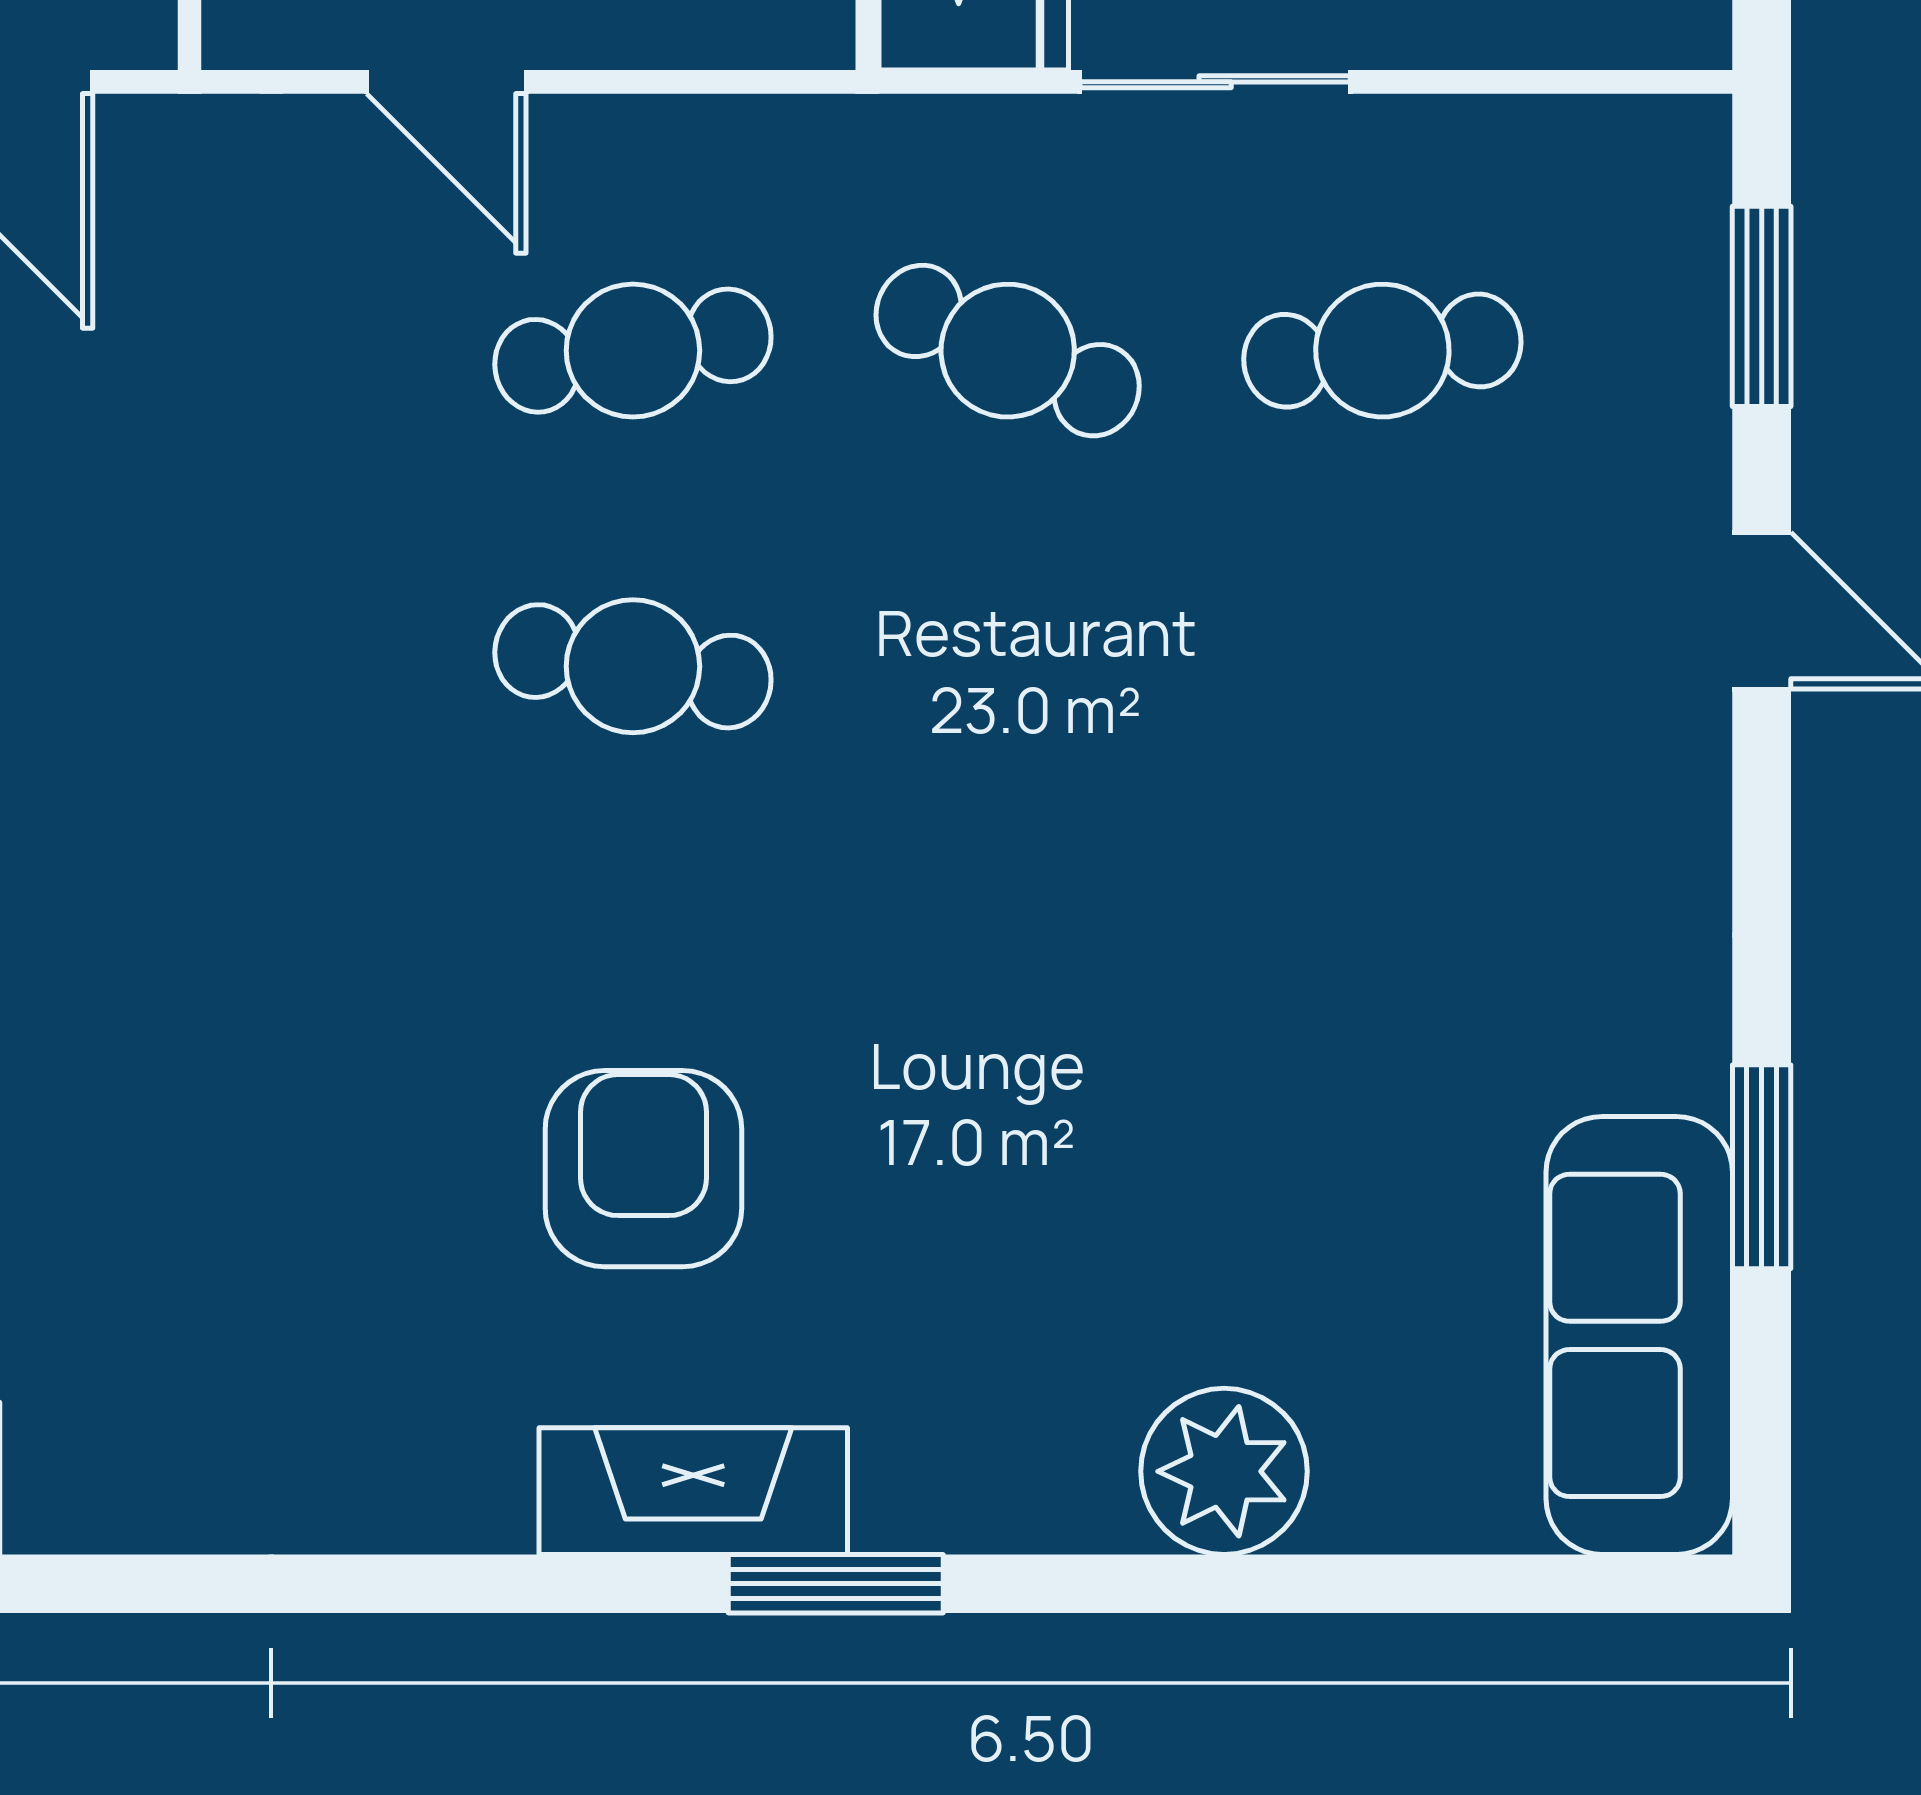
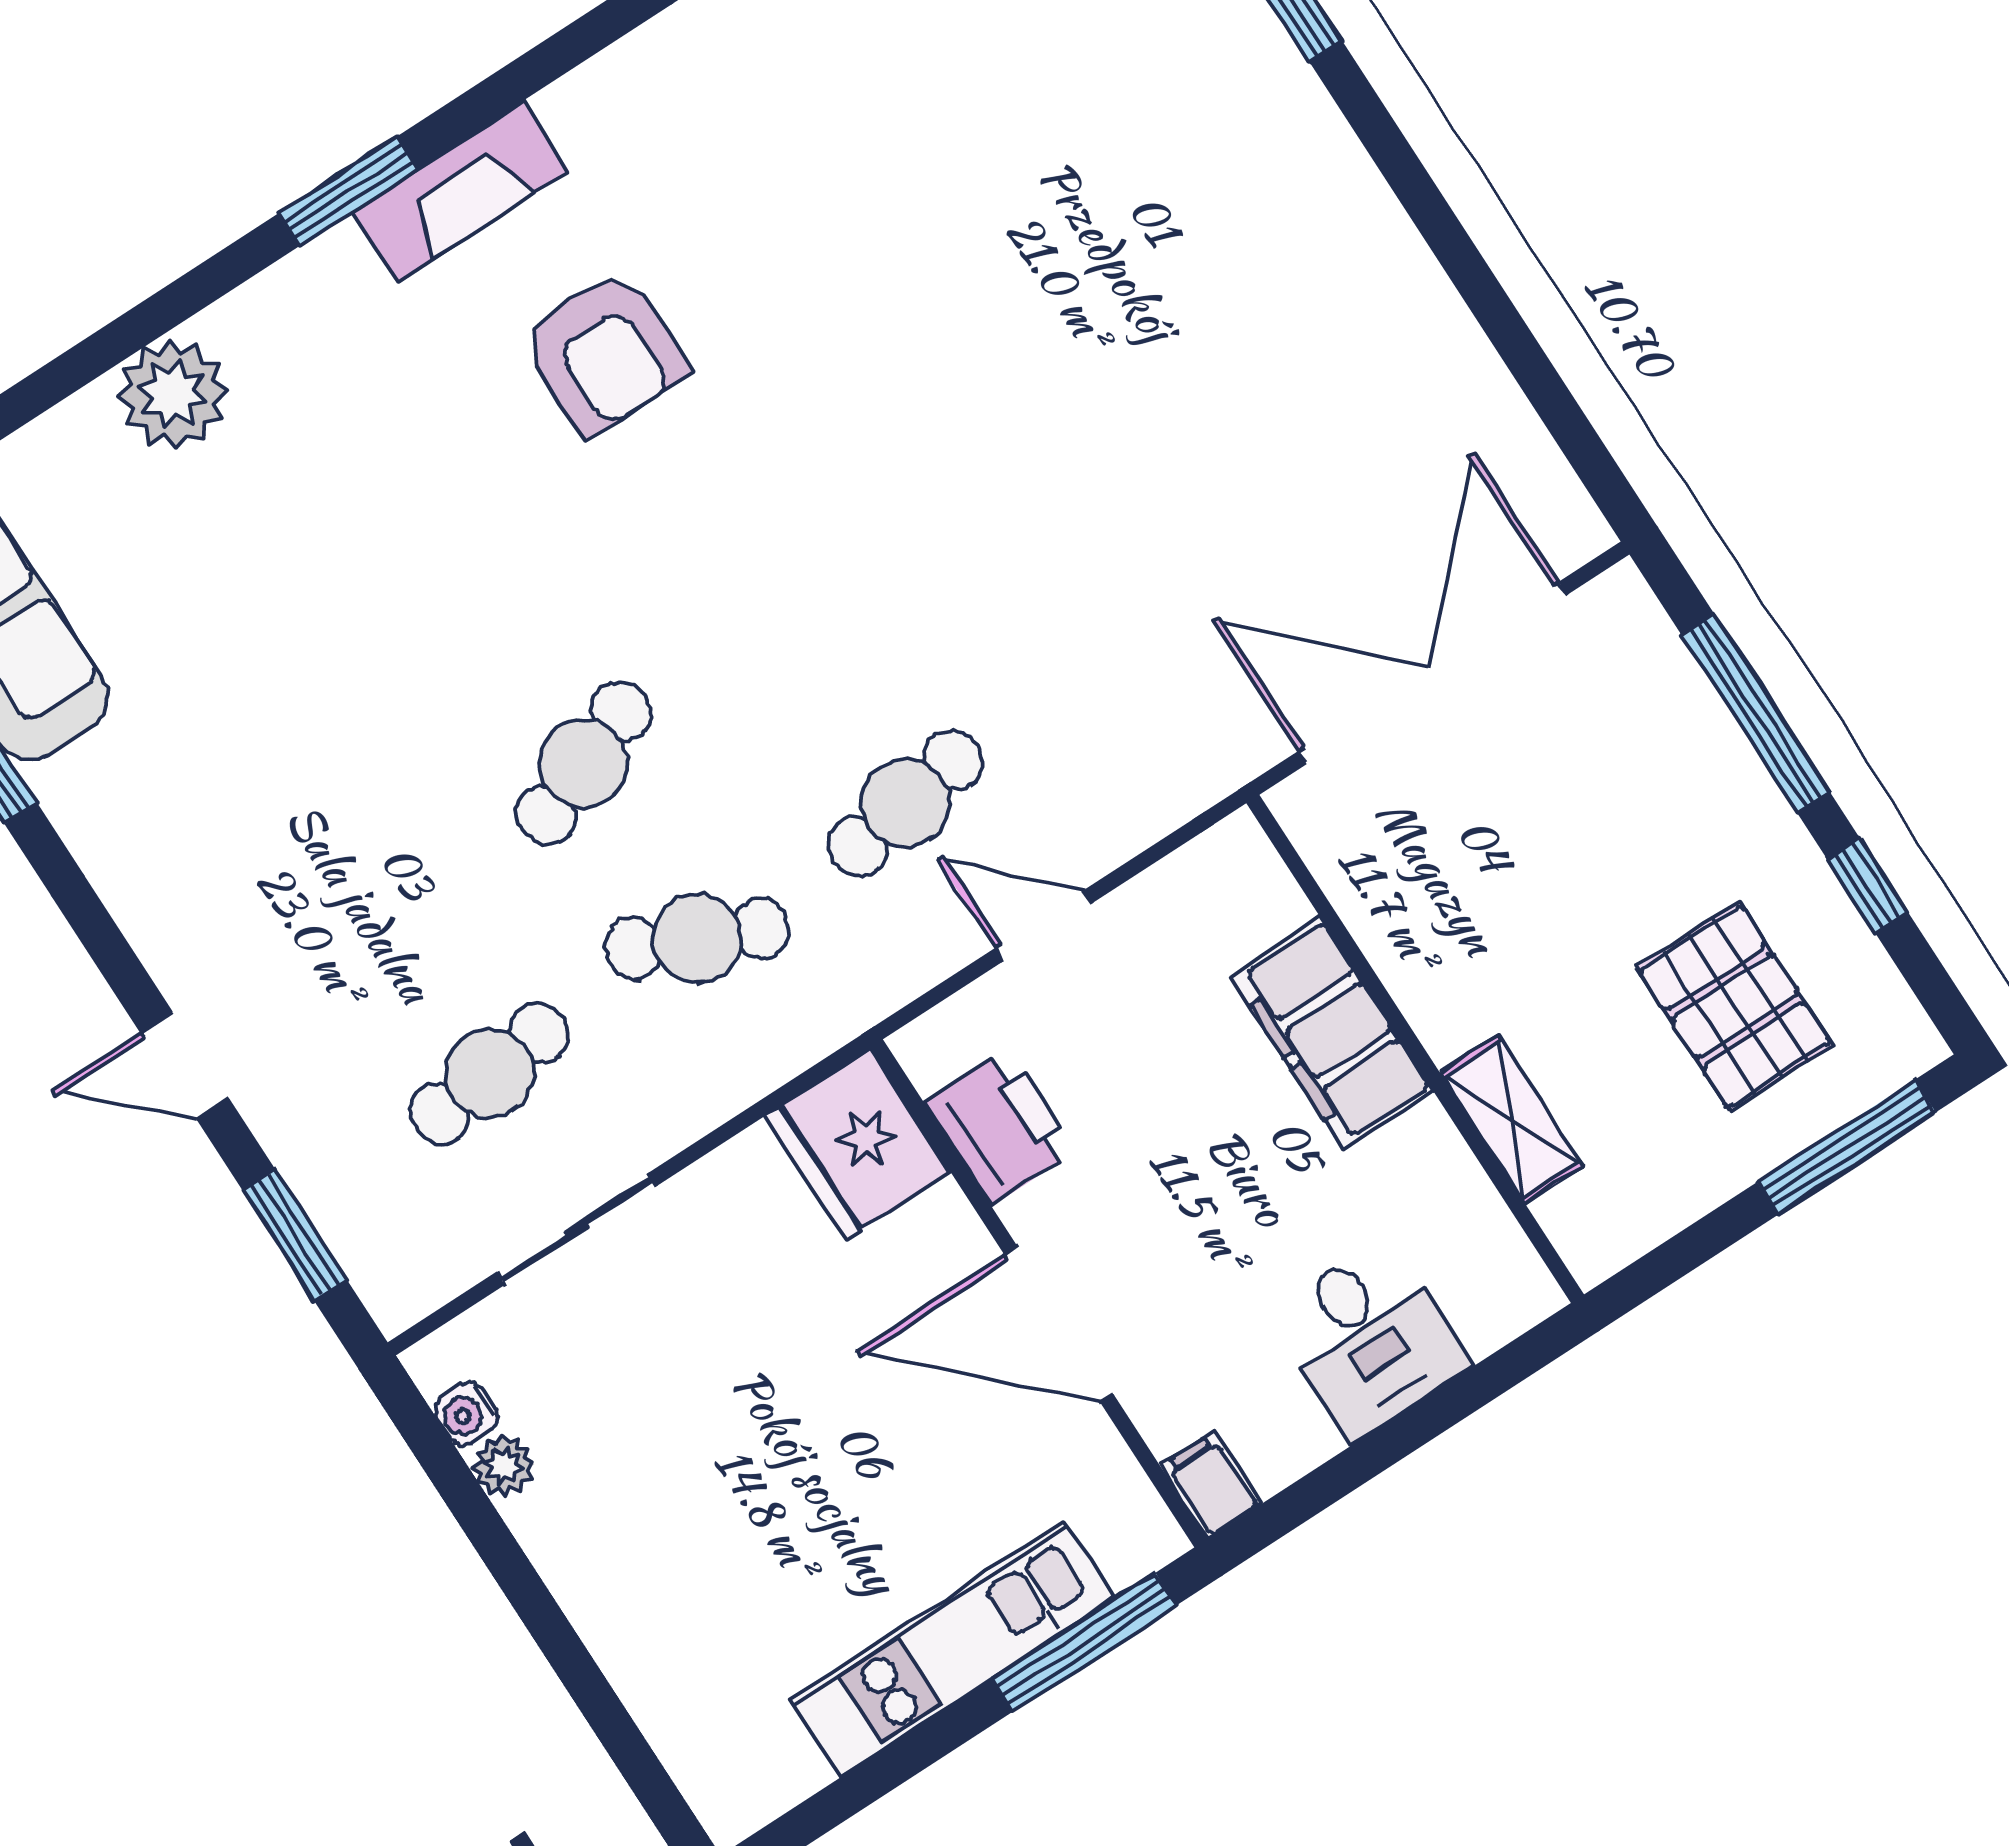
door: (446, 82) -> (1043, 926), moved
sliding door: (1215, 82) -> (576, 1229), moved
cafe table: (633, 666) -> (583, 763), moved, turned -30

